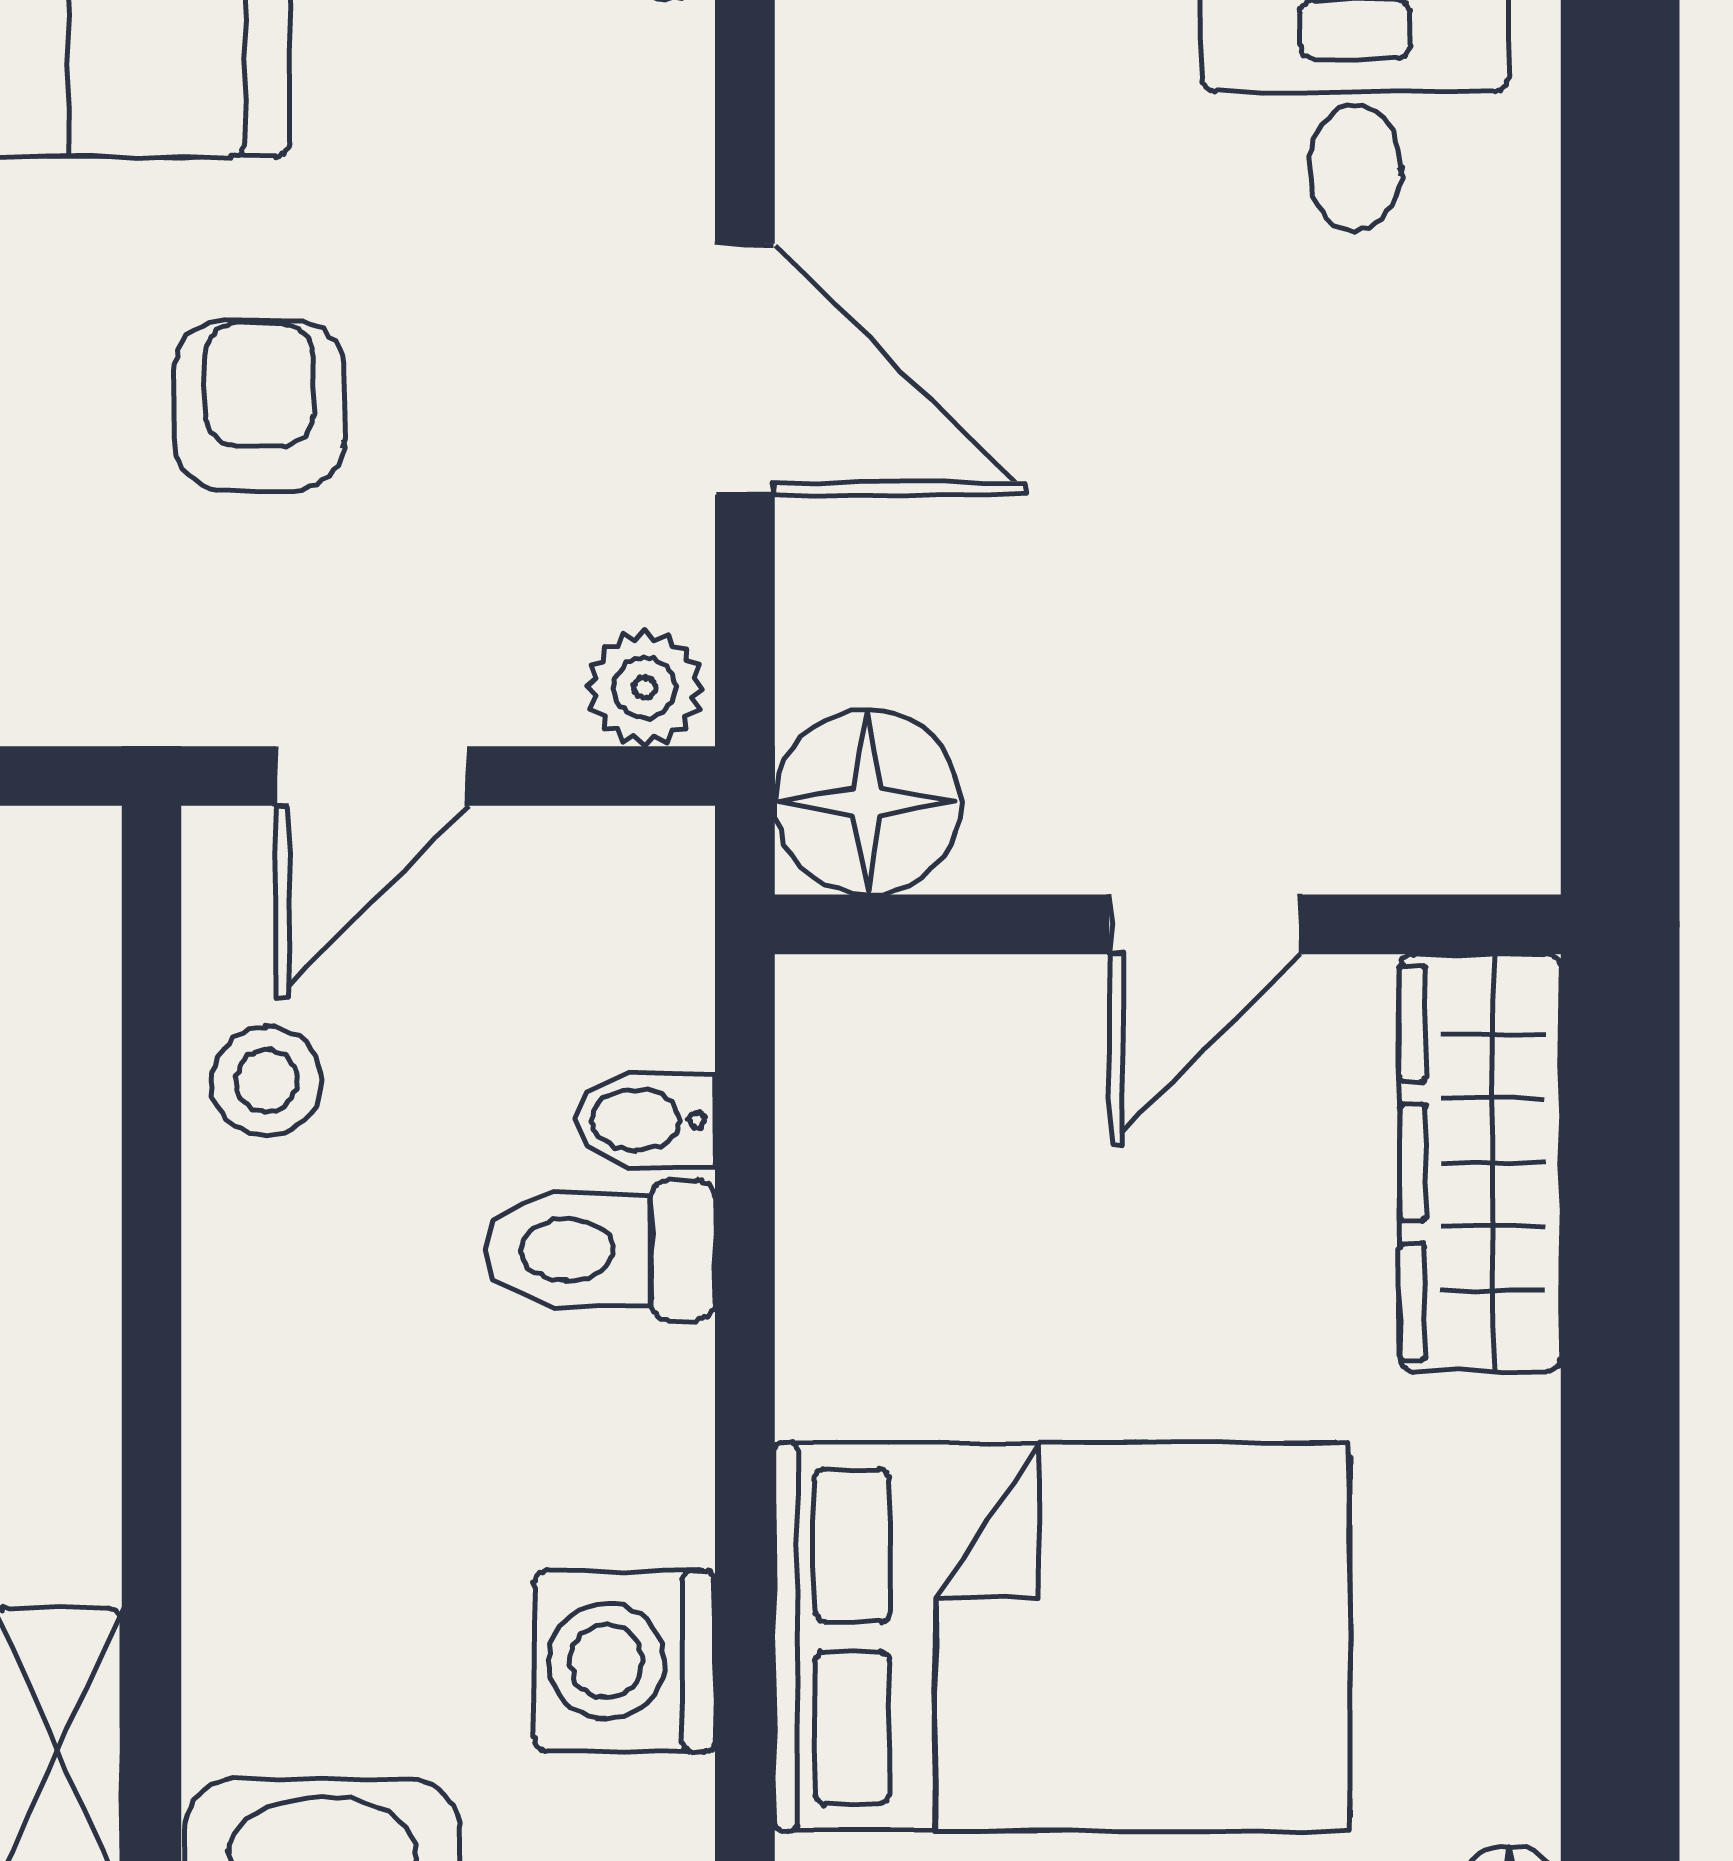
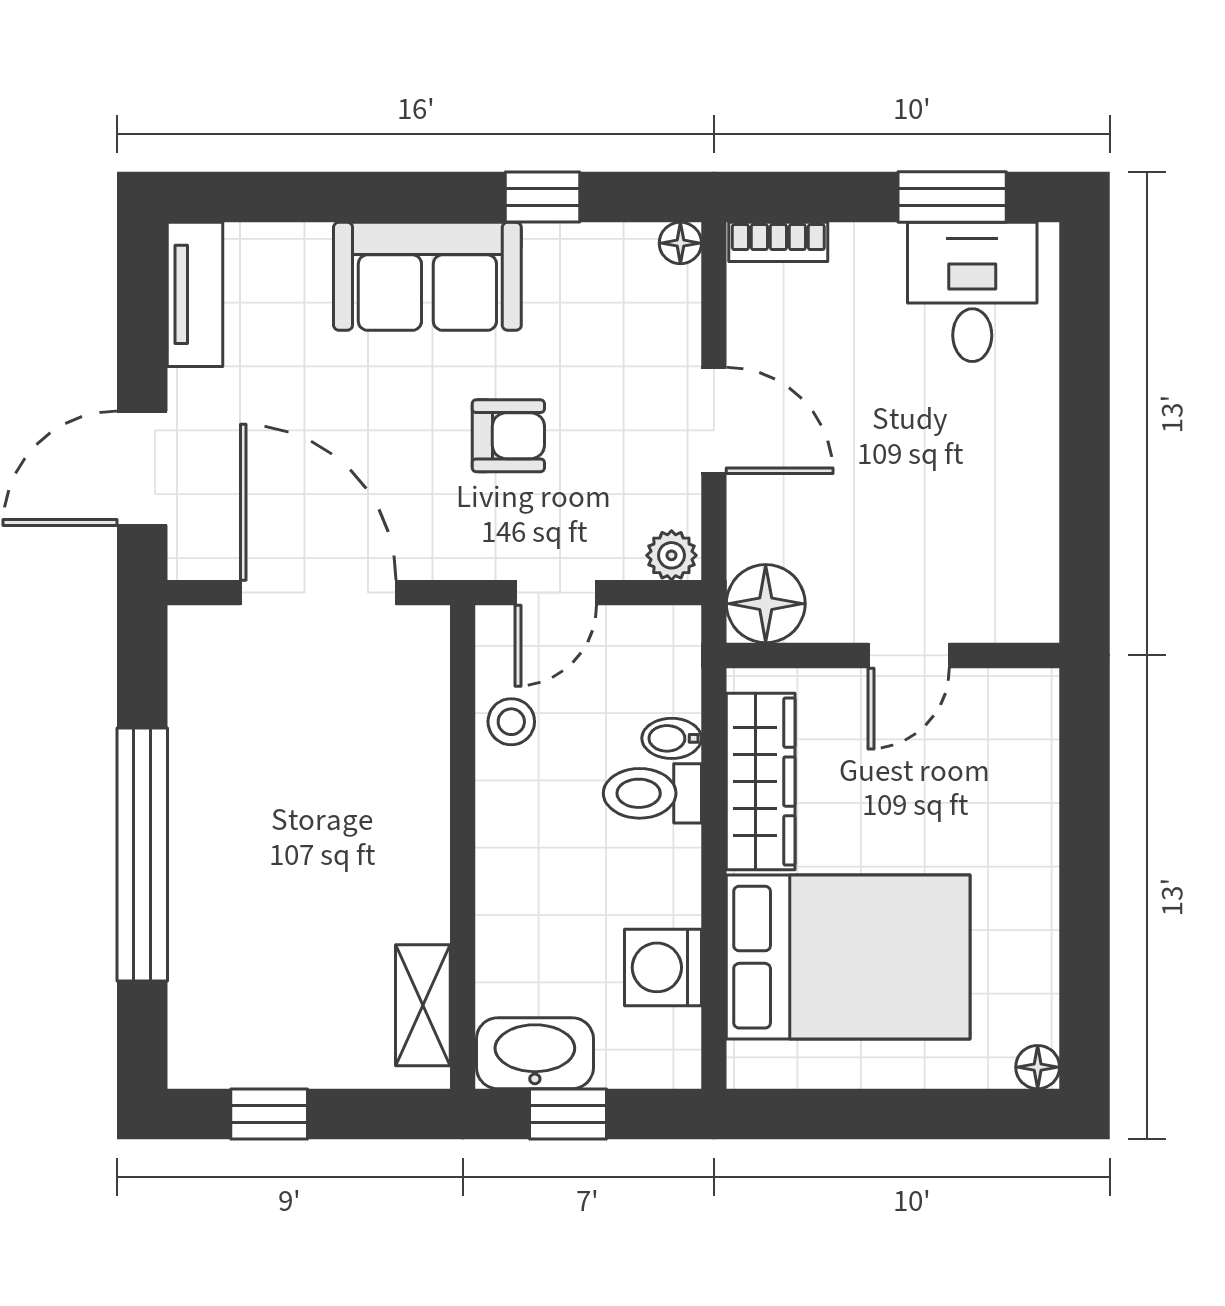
armchair: (259, 405) -> (508, 436), turned 90
wardrobe: (1480, 1163) -> (761, 782), moved, turned 180

